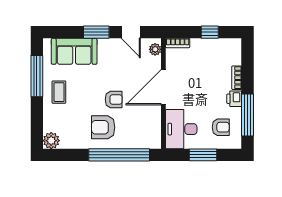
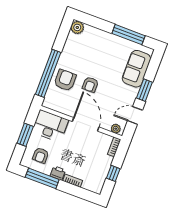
coffee table: (59, 92) -> (111, 46), removed
armchair: (103, 127) -> (65, 80), moved

